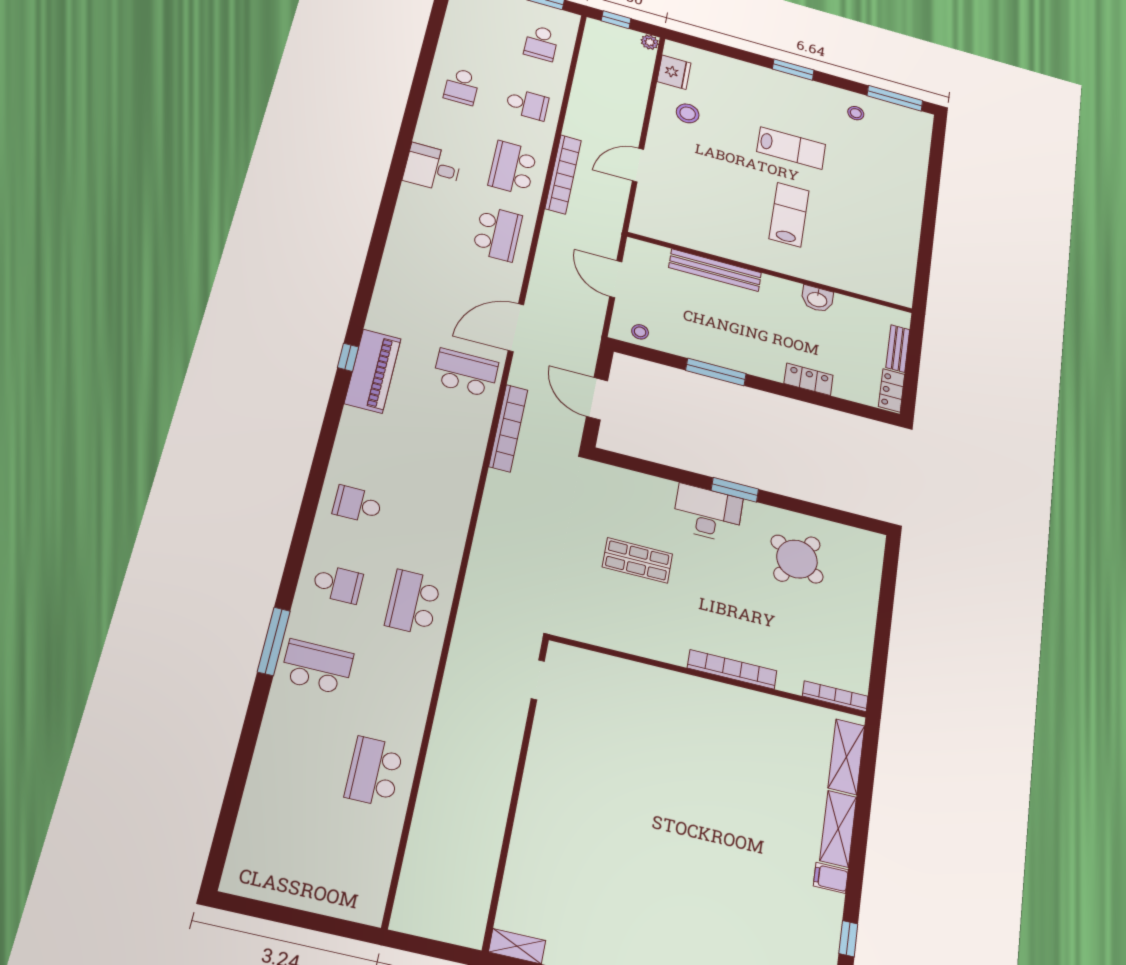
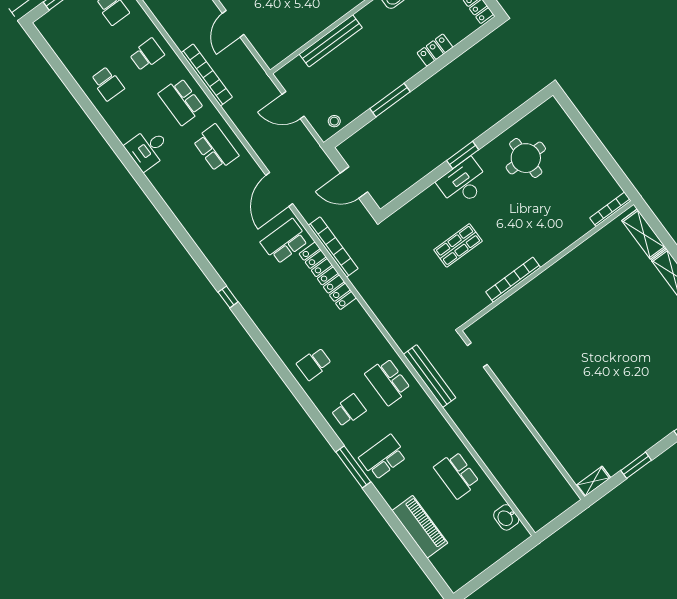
piano: (373, 371) -> (420, 527), moved
locker: (471, 446) -> (328, 276), added
round table: (797, 559) -> (526, 158), turned -33
bench: (463, 645) -> (430, 376), added
bookcase: (732, 669) -> (513, 280), moved
washbasin: (376, 876) -> (506, 517), added

